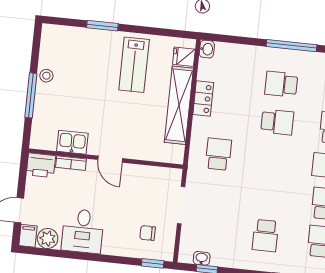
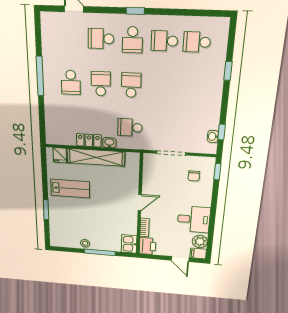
washbasin: (207, 49) -> (109, 143), moved
kitchen sink: (72, 142) -> (129, 244), moved
school desk: (265, 236) -> (131, 85), moved, turned -90

